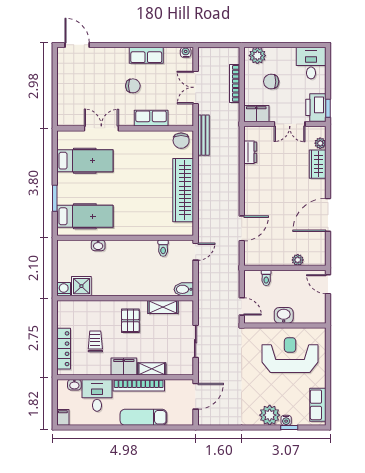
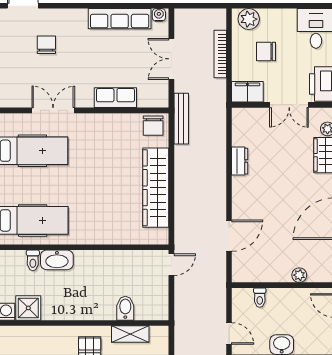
row of seats: (146, 55) -> (120, 19), width x1.48
chair: (133, 86) -> (46, 45), moved, turned -90
dresser: (250, 152) -> (240, 161), moved
washbasin: (98, 245) -> (57, 260), width x1.91, depth x1.45
toilet: (163, 248) -> (33, 260), moved
bidet: (184, 289) -> (125, 308), moved, turned 90

